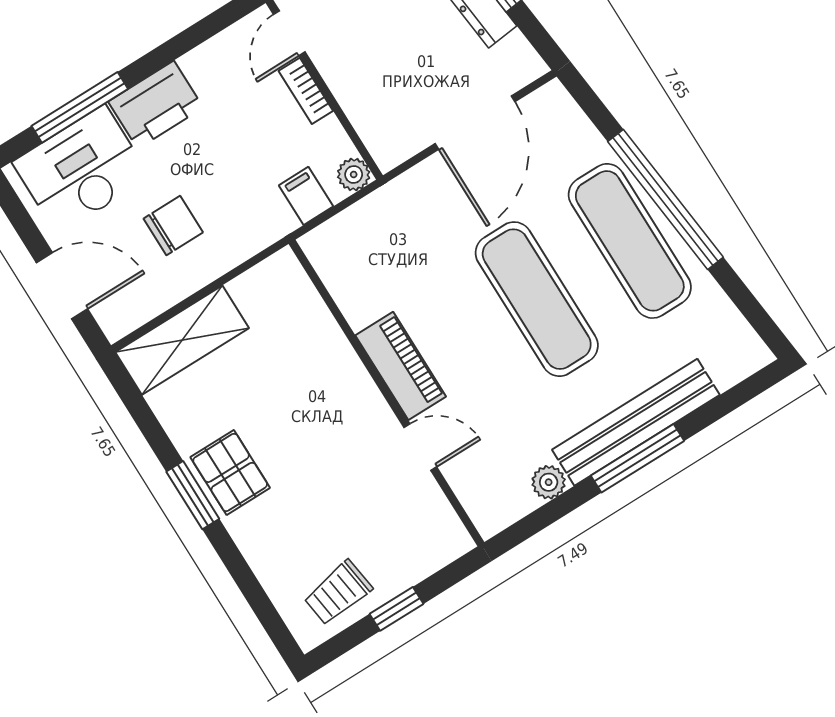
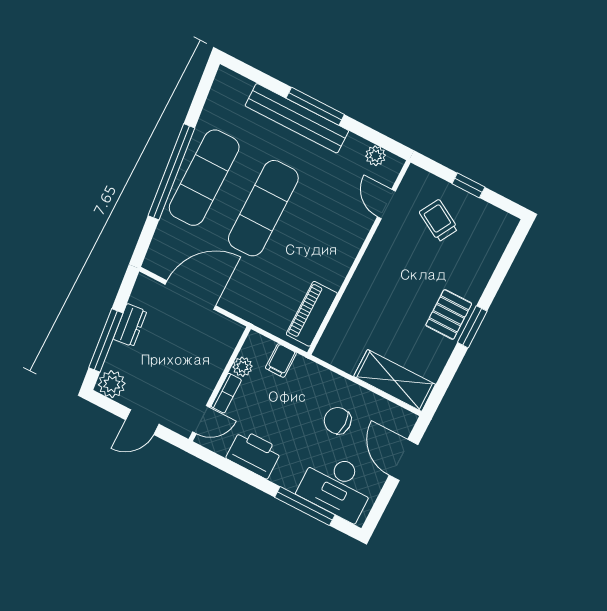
printer: (156, 105) -> (254, 454), moved
plant: (354, 174) -> (242, 367), moved
piano: (401, 366) -> (312, 314), moved
door: (420, 447) -> (386, 204), moved
plant: (549, 482) -> (375, 156), moved
trolley: (338, 593) -> (439, 221), moved, turned -142

